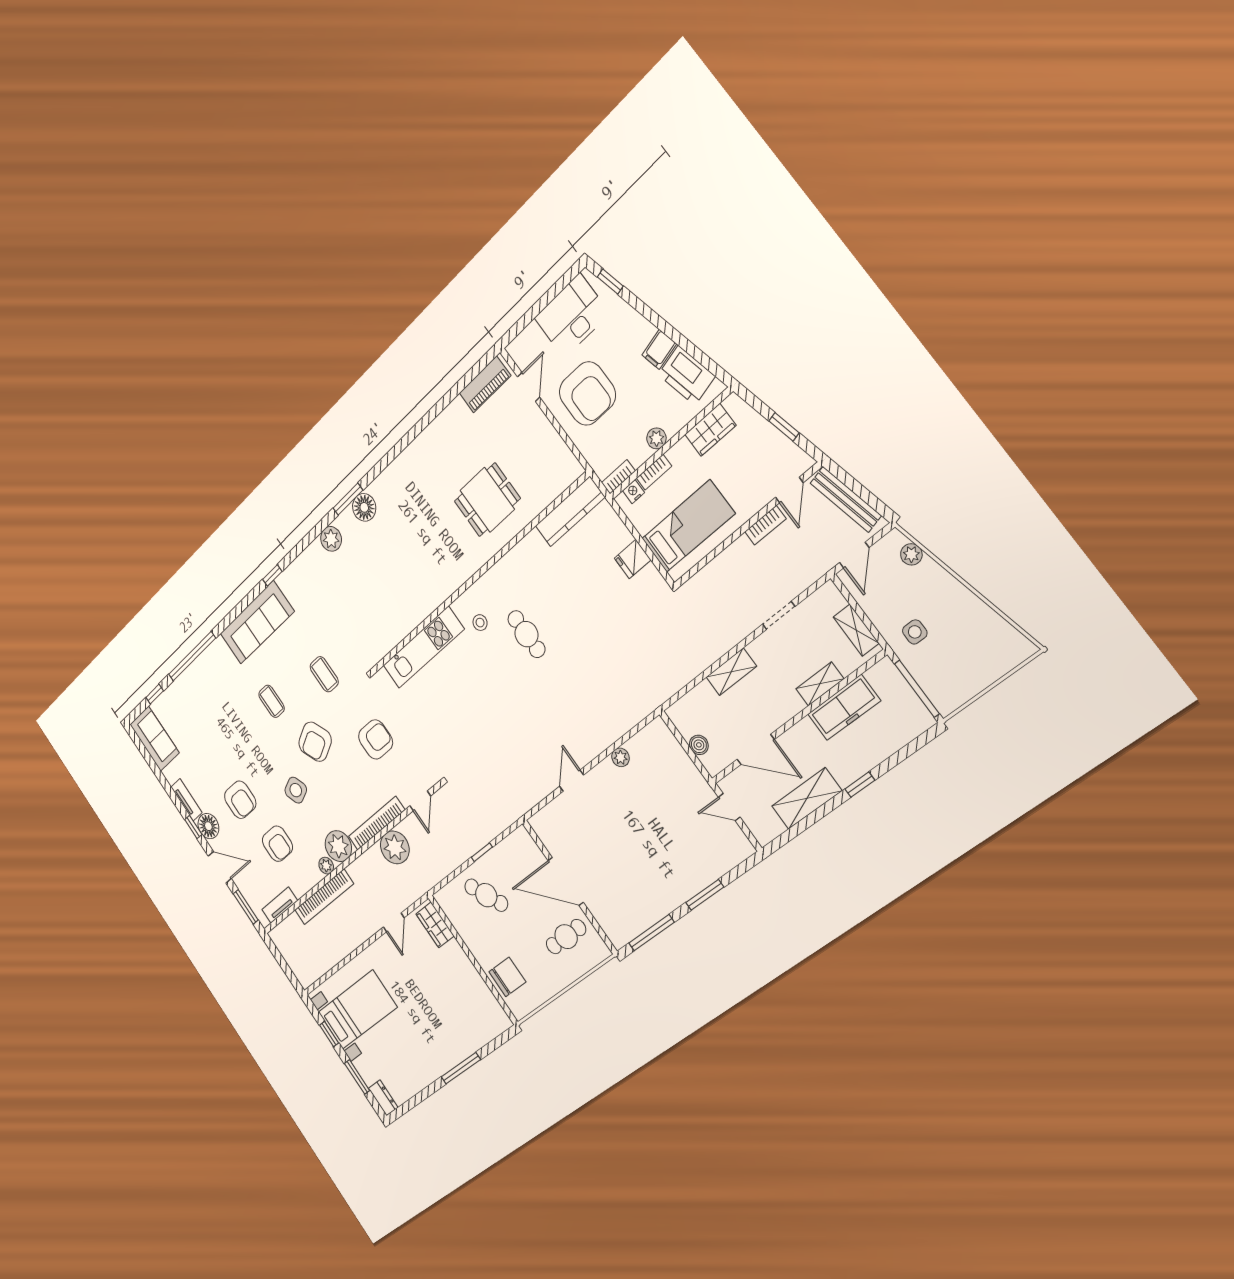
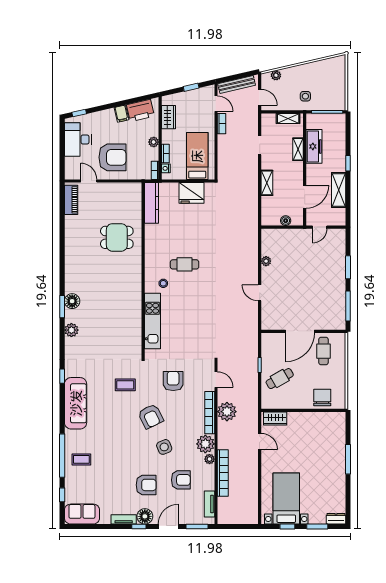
dining table: (487, 500) -> (117, 237), turned 90
fridge: (633, 559) -> (191, 193), width x1.88, depth x1.34
coffee table: (272, 701) -> (81, 459), moved

